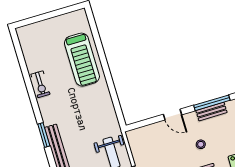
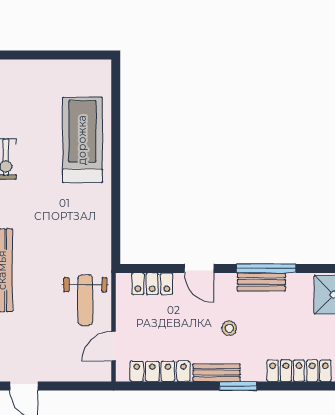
treadmill: (82, 60) -> (82, 140), turned 180
locker: (148, 132) -> (152, 284), added

